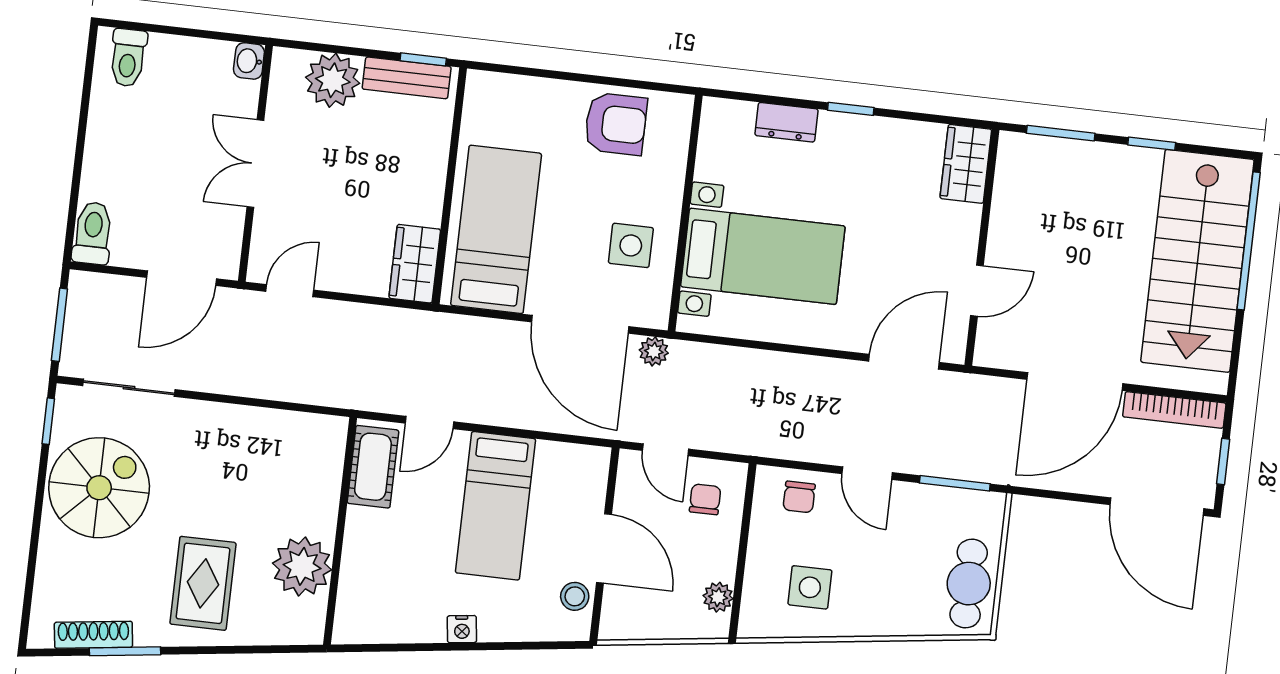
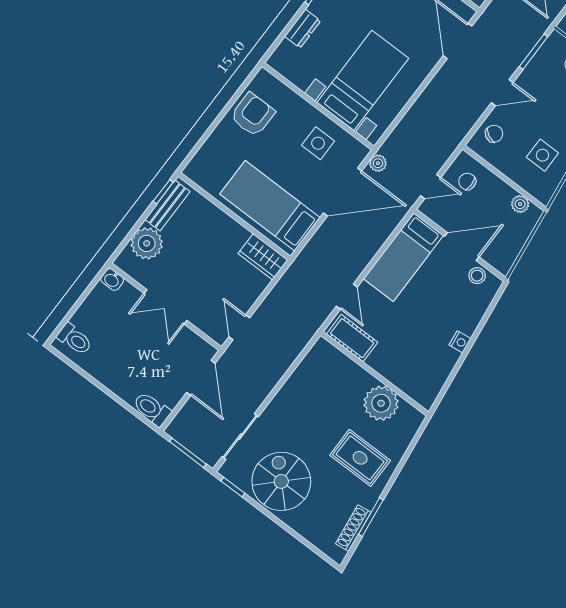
chair: (799, 497) -> (494, 134), turned -65
bed: (495, 506) -> (403, 257), moved, turned 90

